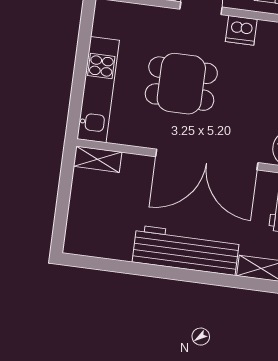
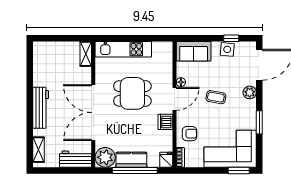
dining table: (181, 84) -> (132, 93), turned 90
workbench: (186, 250) -> (41, 108), width x0.73, depth x0.76

